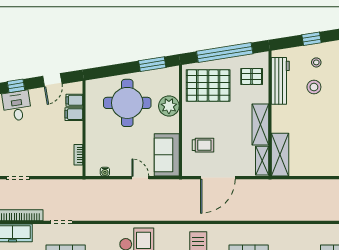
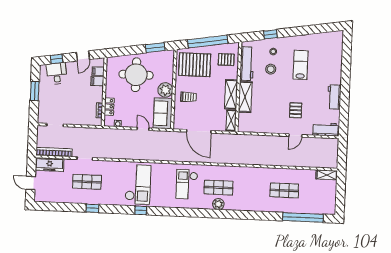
plant: (169, 106) -> (165, 90), moved
trolley: (203, 145) -> (188, 97), moved
locker: (92, 149) -> (109, 107), added
shelving: (280, 155) -> (245, 97), moved
door: (218, 178) -> (199, 131), hinge flipped

